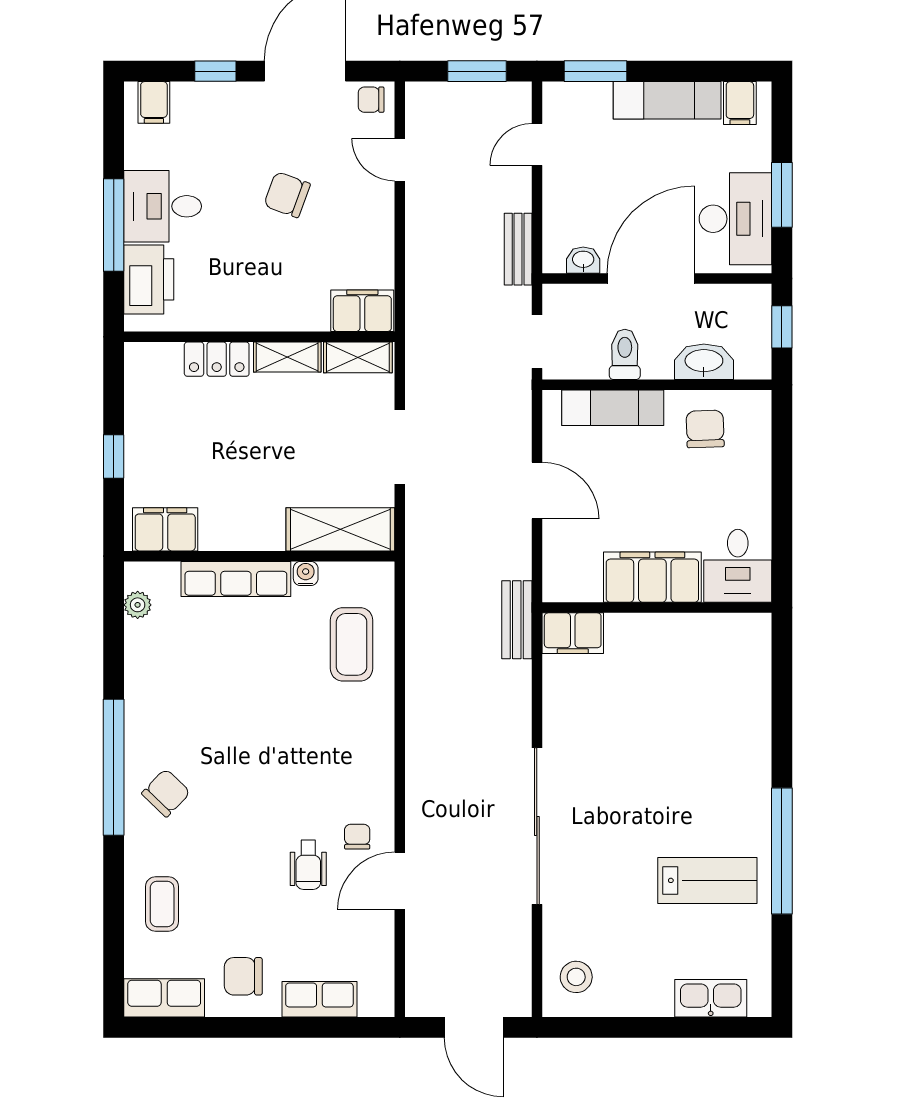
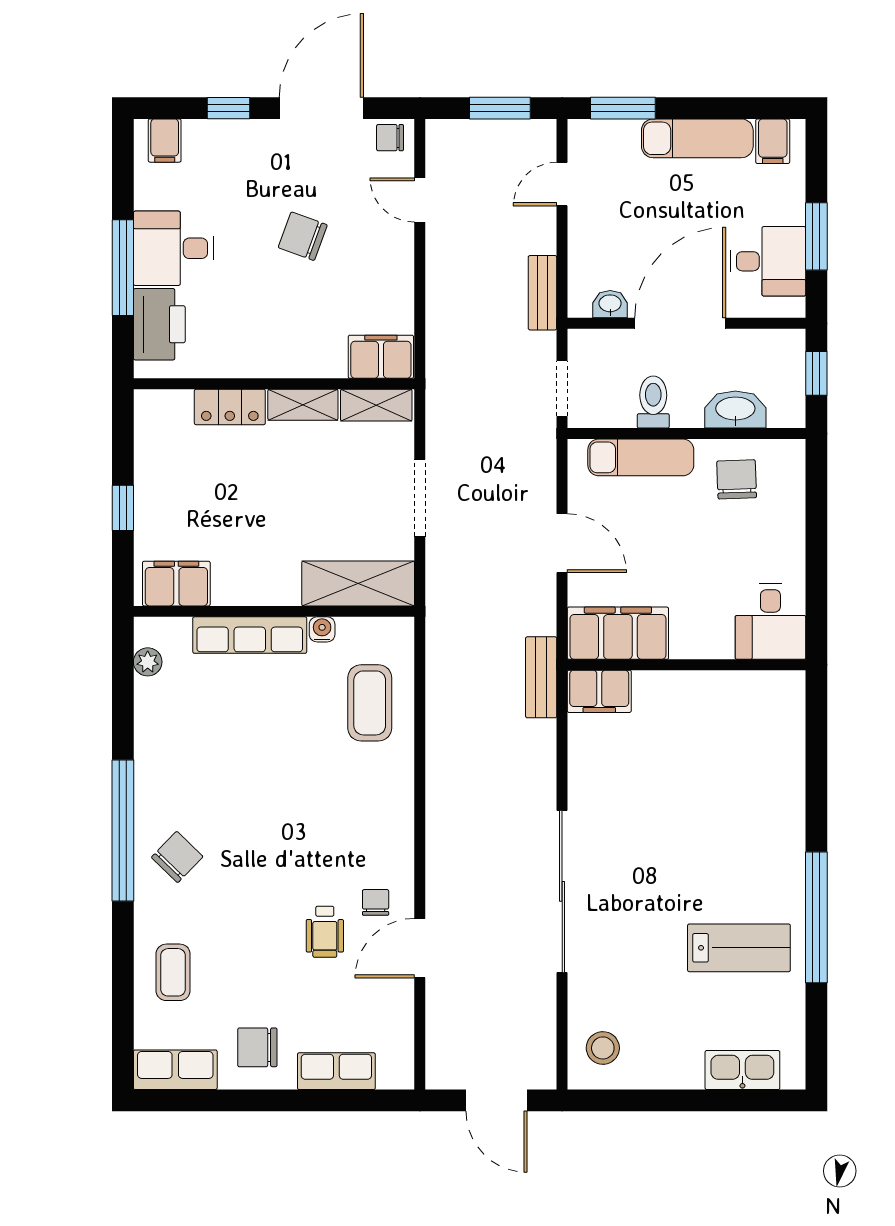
desk: (735, 219) -> (768, 261), width x0.73
filing cabinet: (652, 577) -> (618, 633), moved

